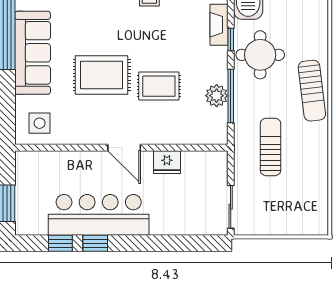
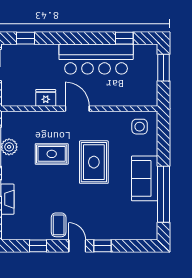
sofa: (33, 53) -> (145, 178), width x0.73
rug: (102, 75) -> (94, 162), turned 90
window: (95, 243) -> (25, 38), moved

